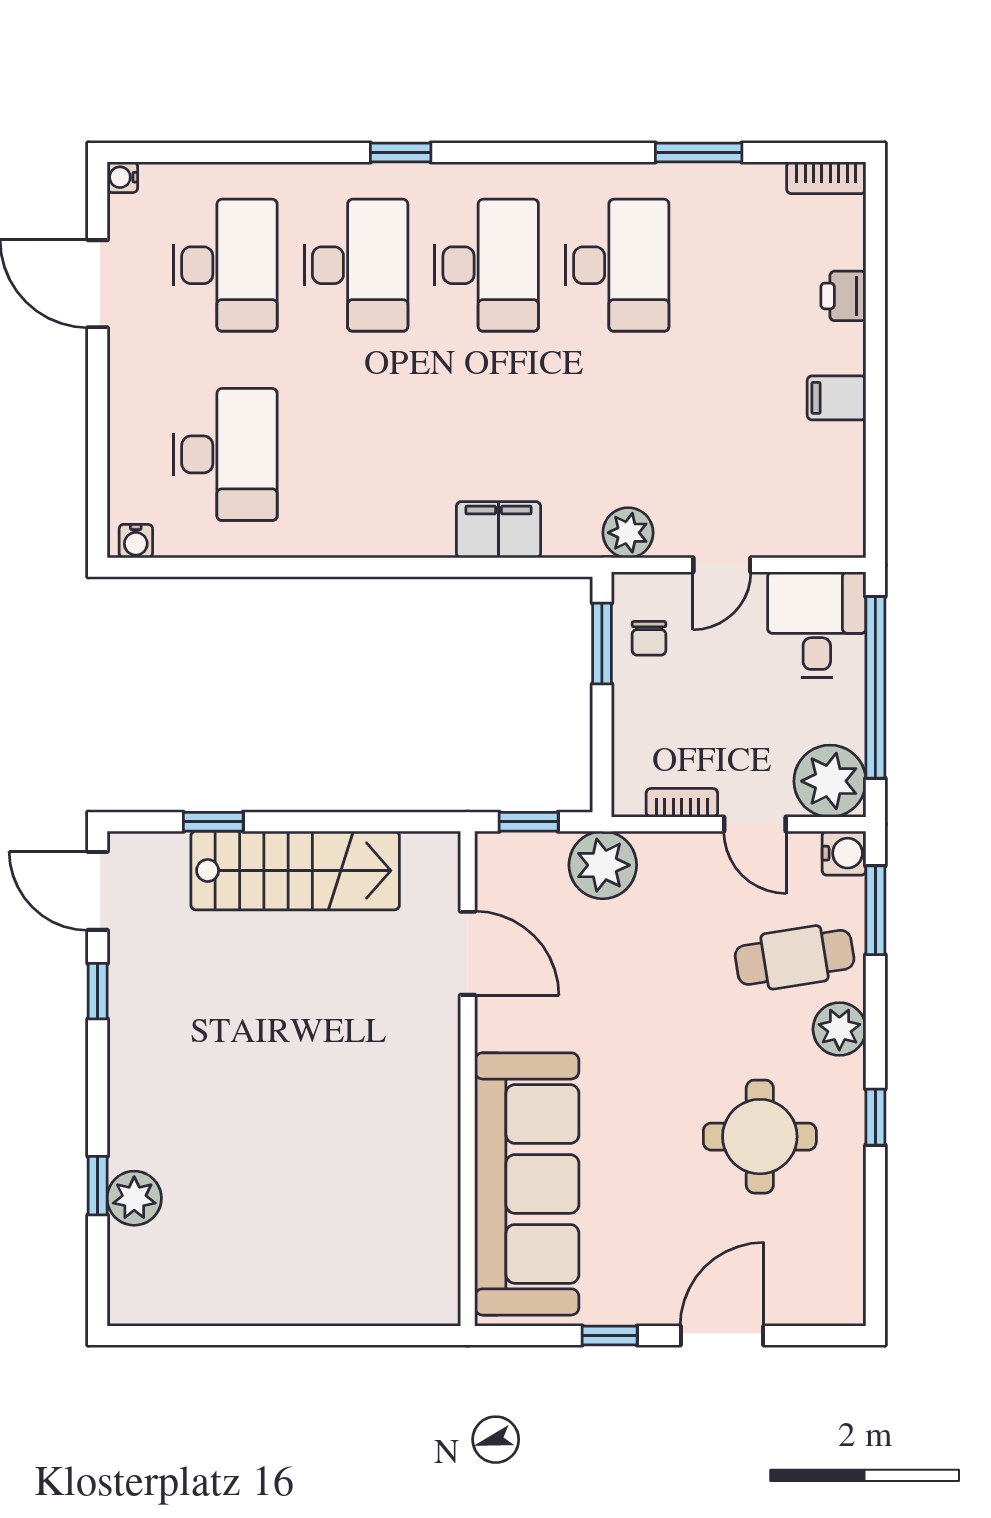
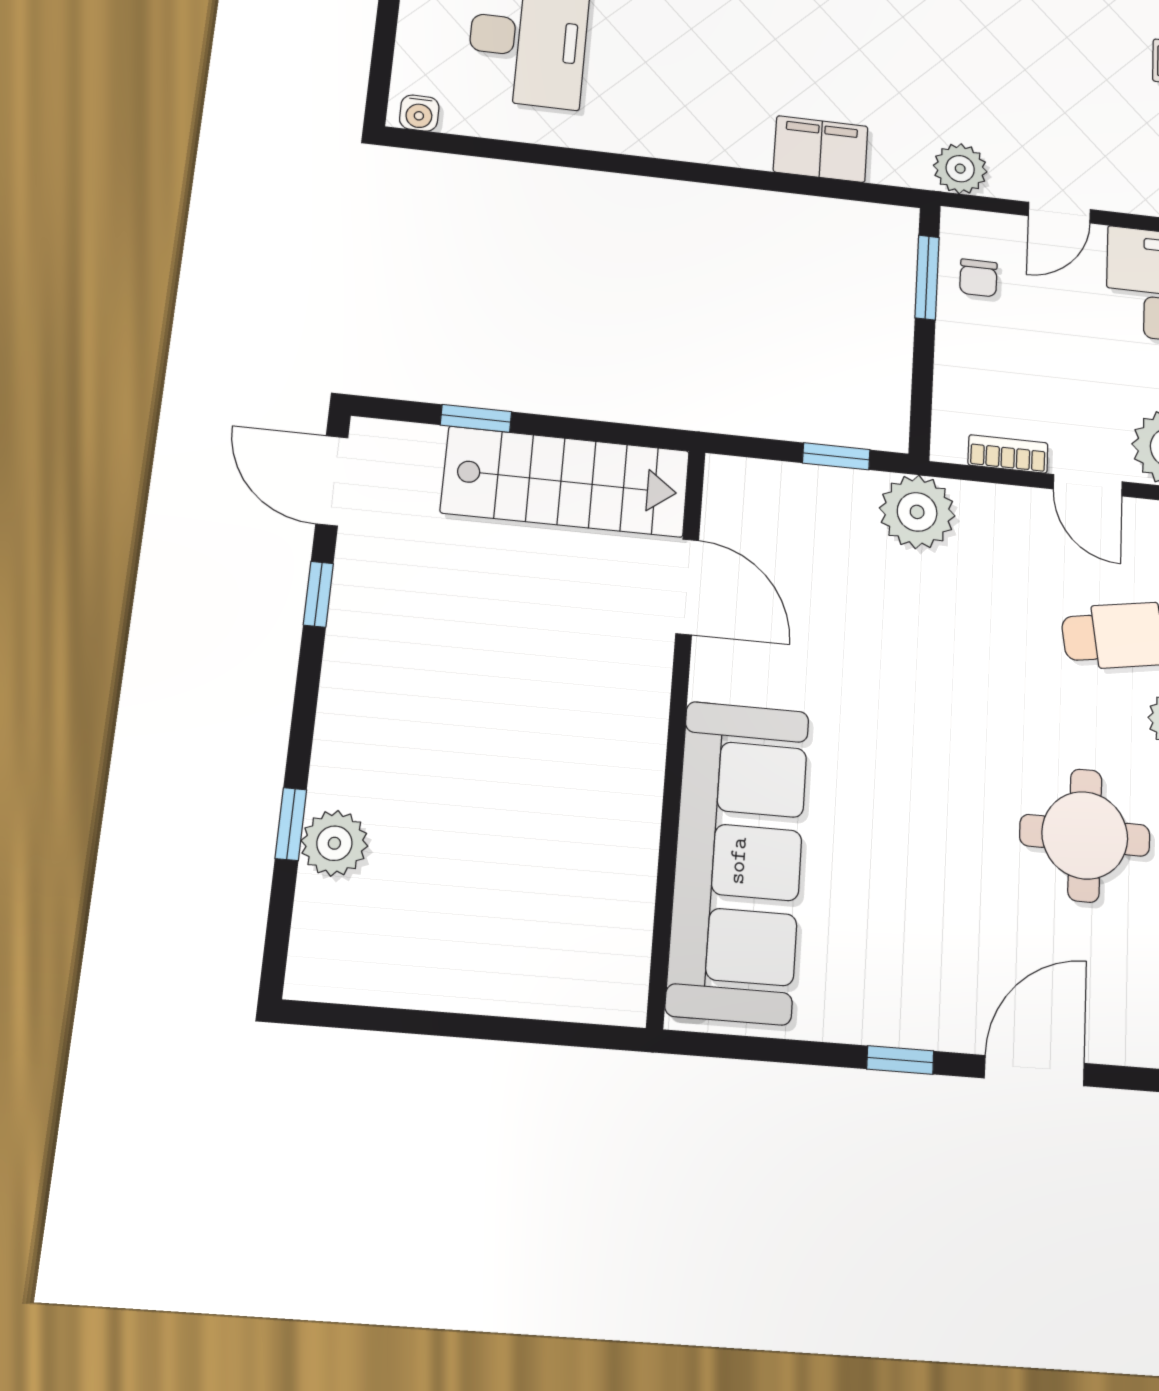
door: (468, 953) -> (687, 587), moved
wall: (468, 1079) -> (677, 730), moved
sofa: (527, 1184) -> (738, 861), moved

